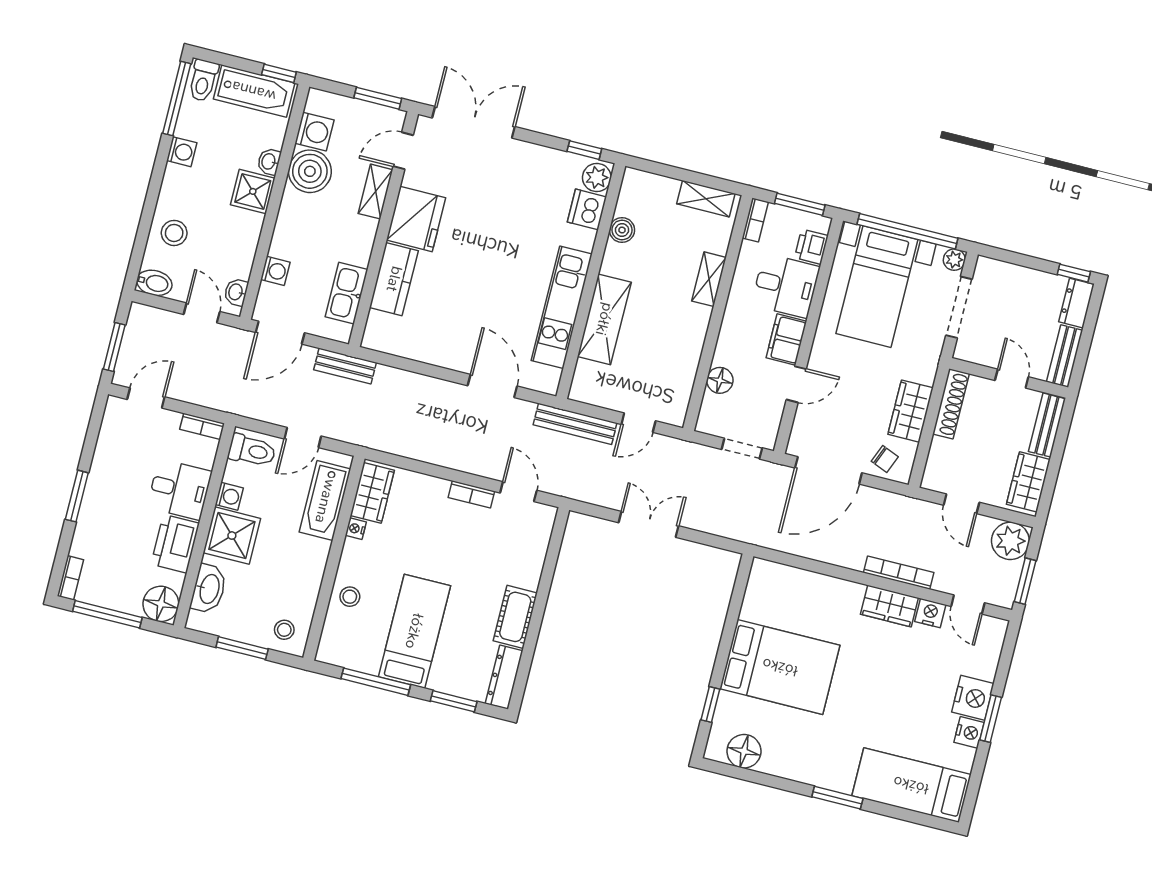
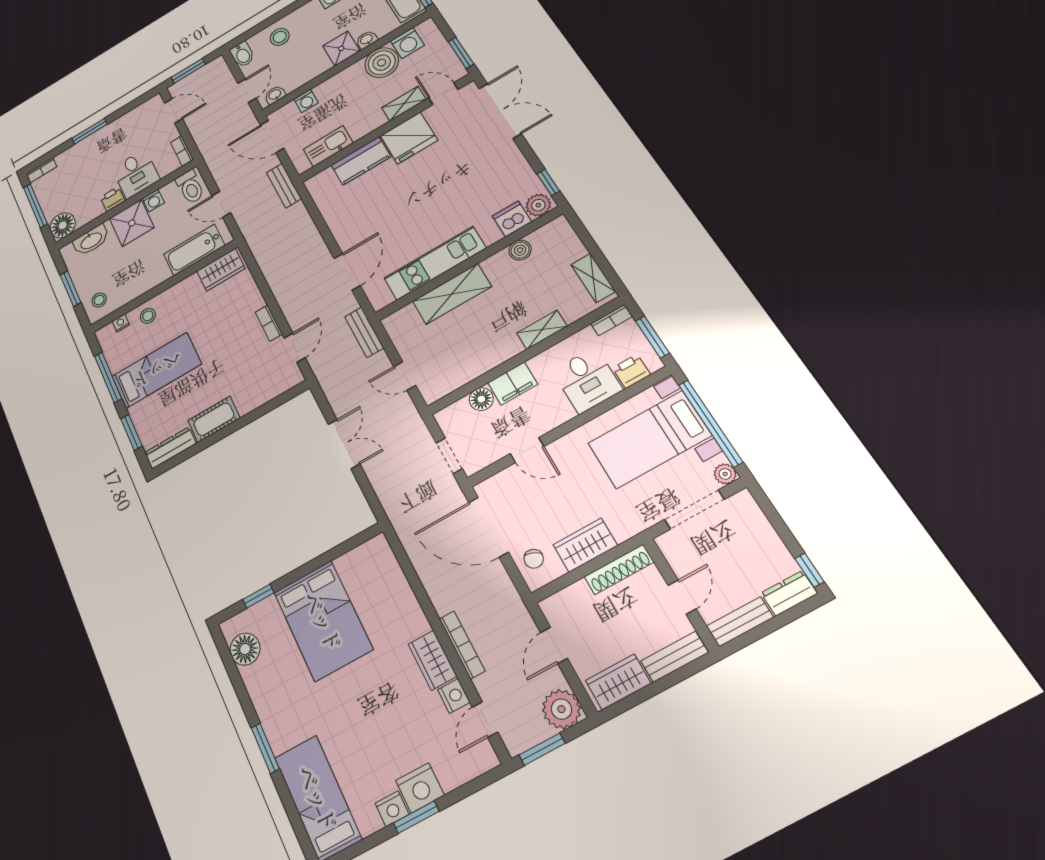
filing cabinet: (786, 339) -> (513, 383), moved, turned 180
bench: (575, 424) -> (364, 332), width x0.73
nightstand: (356, 529) -> (121, 323), moved
printer: (175, 544) -> (113, 199), width x0.53, depth x0.68

